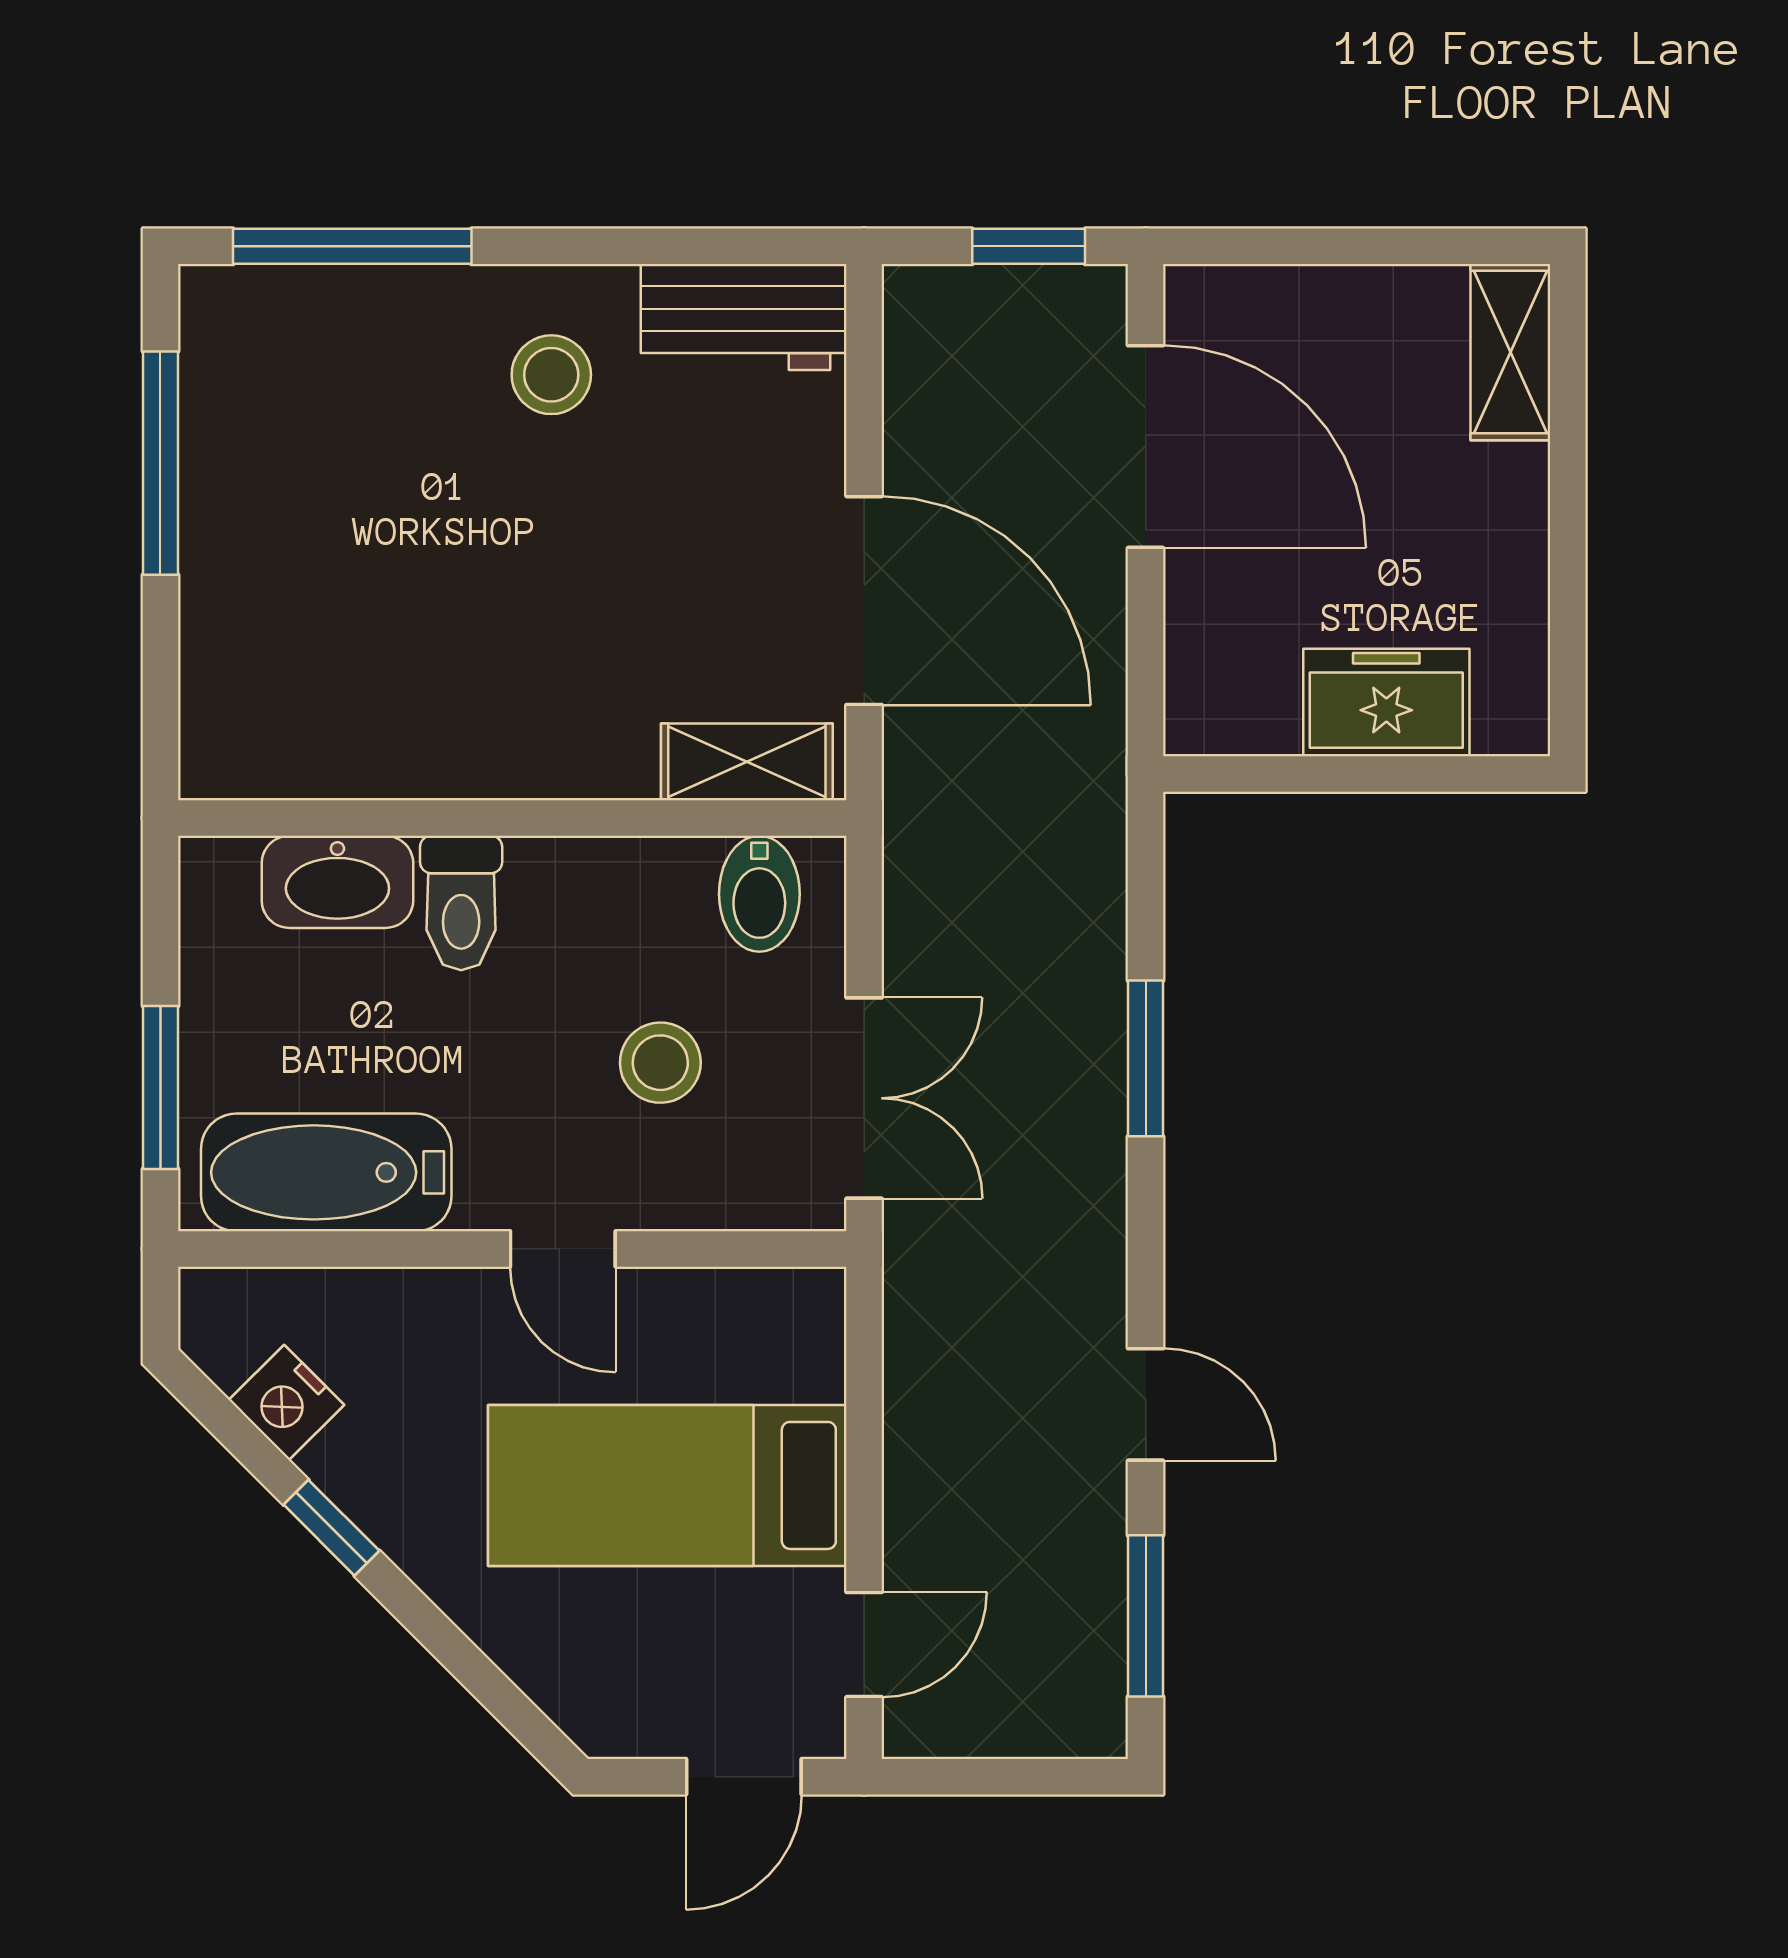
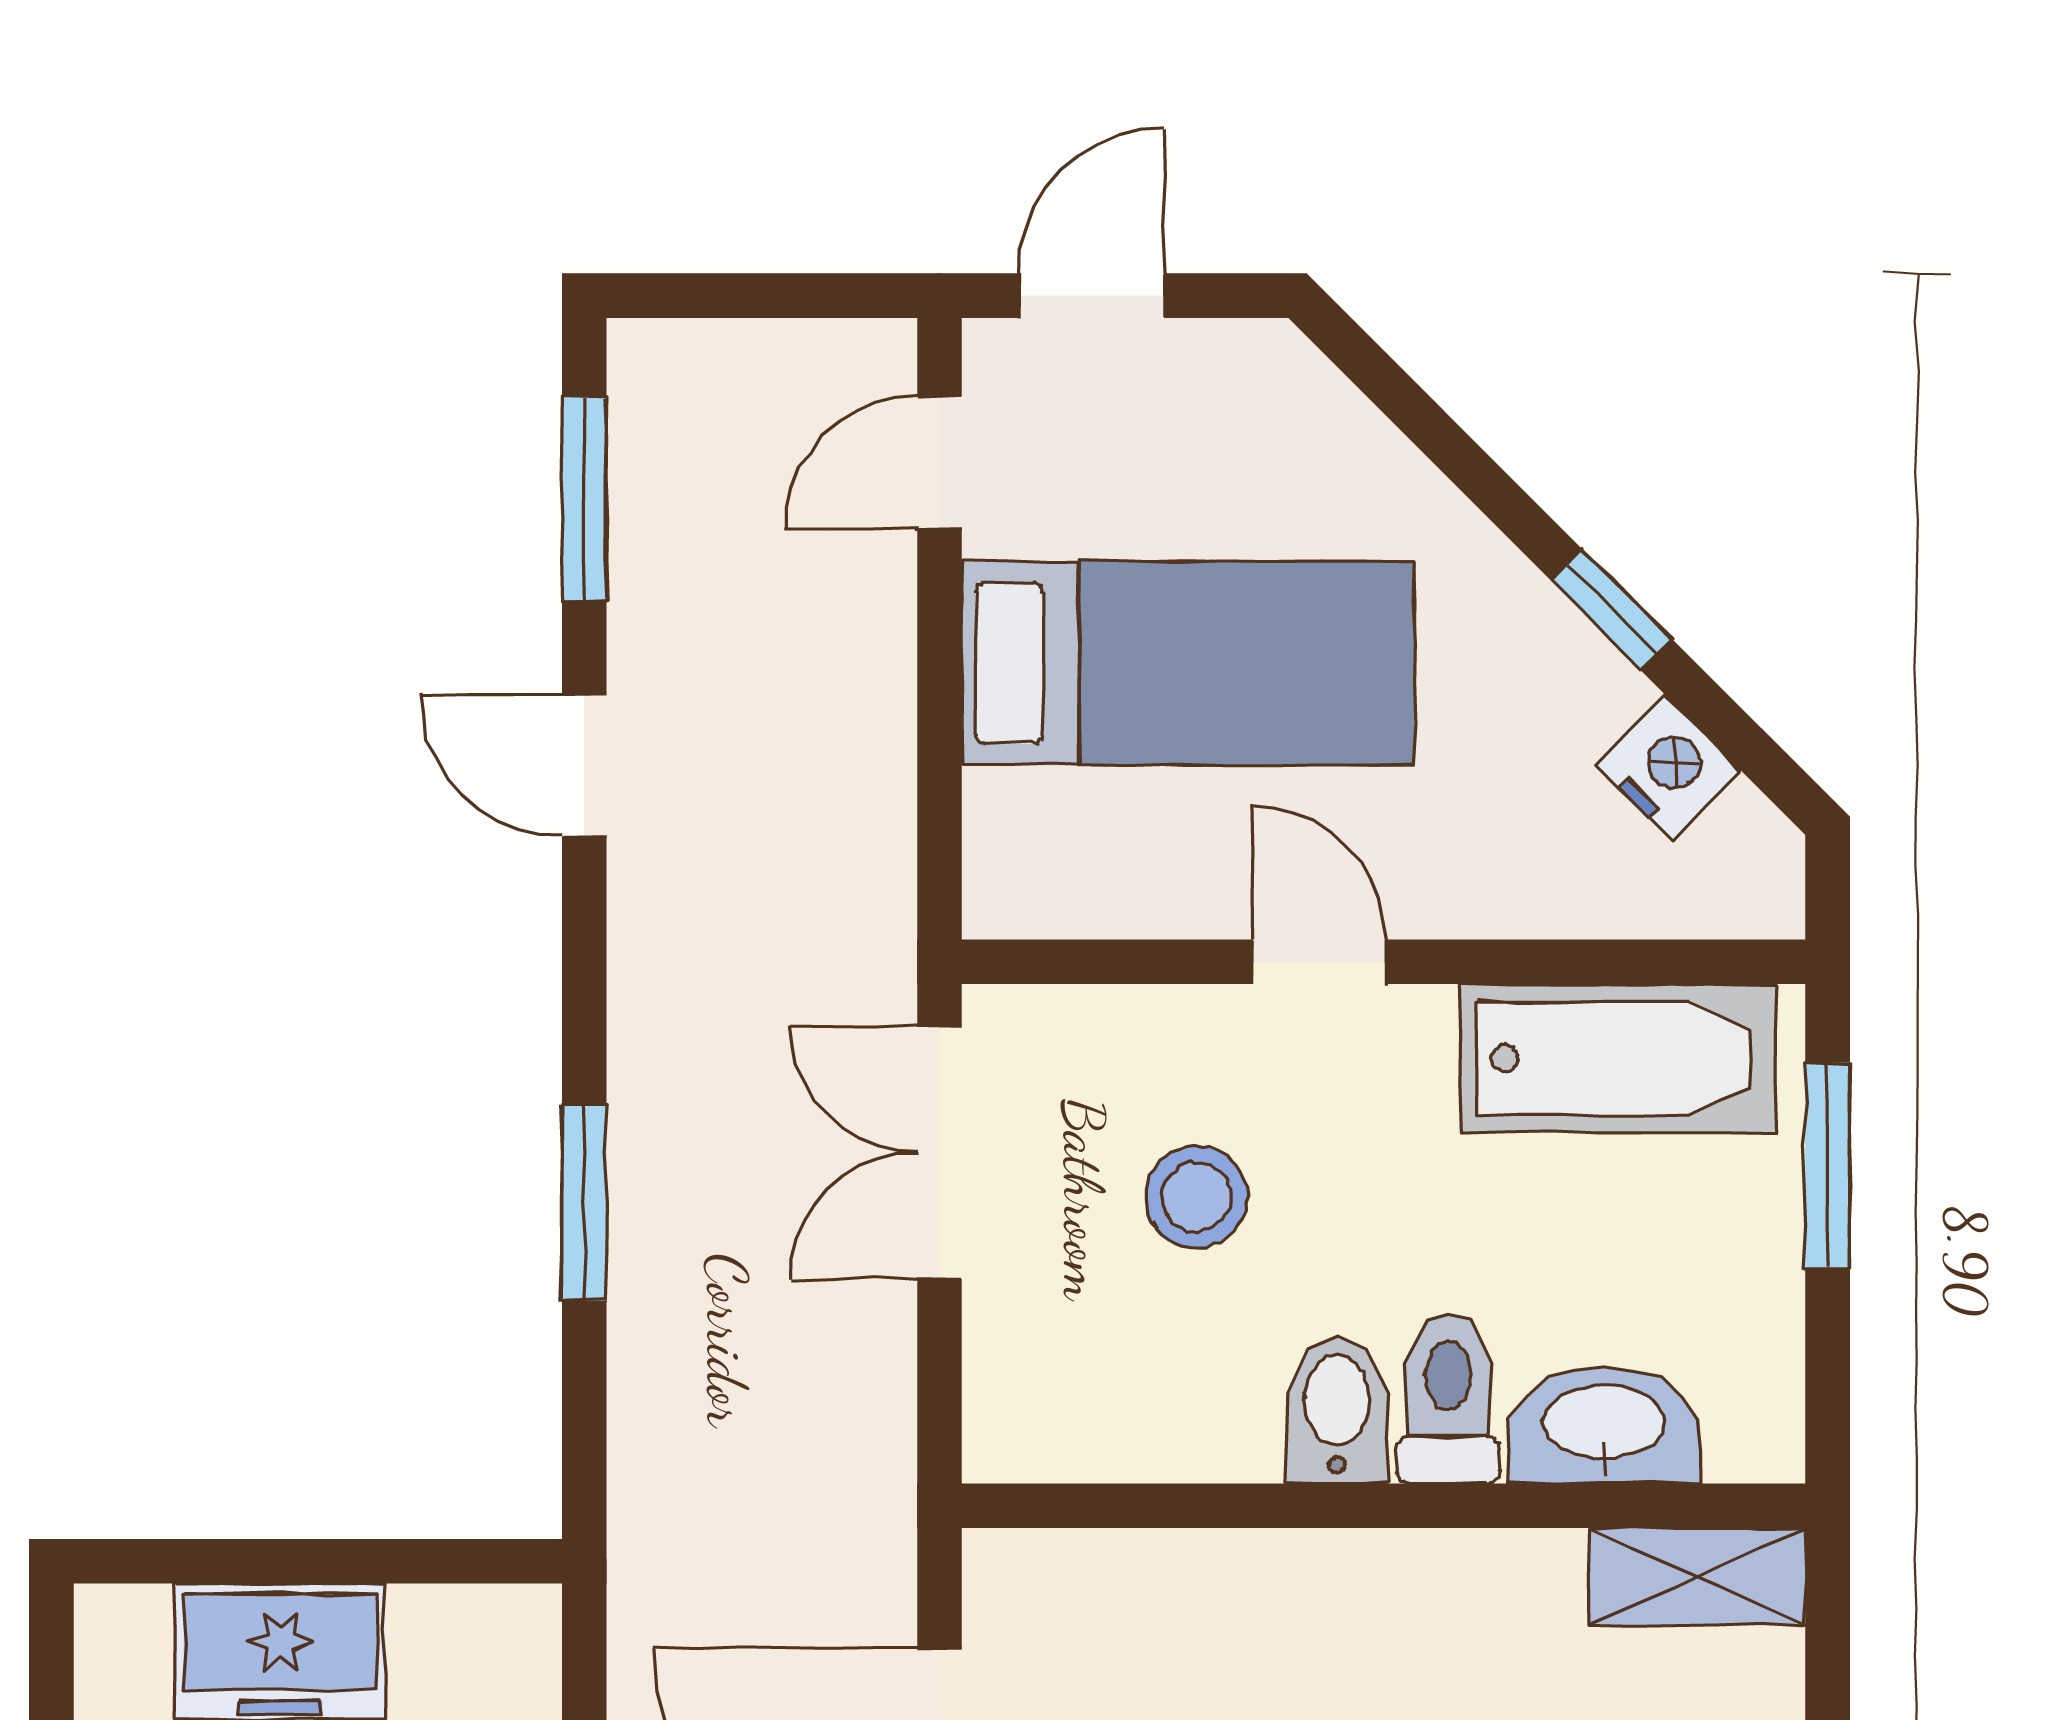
shelving: (747, 762) -> (1697, 1577), moved
bidet: (759, 894) -> (1337, 1410), moved

